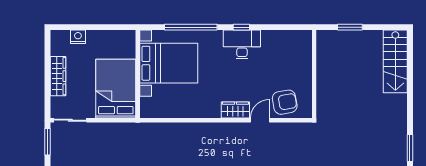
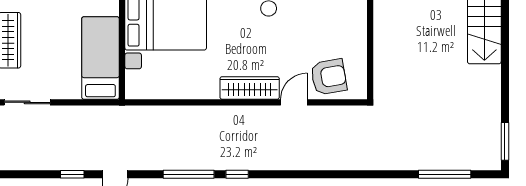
bed: (116, 89) -> (100, 58), width x0.67
wardrobe: (235, 110) -> (250, 88), width x1.50

